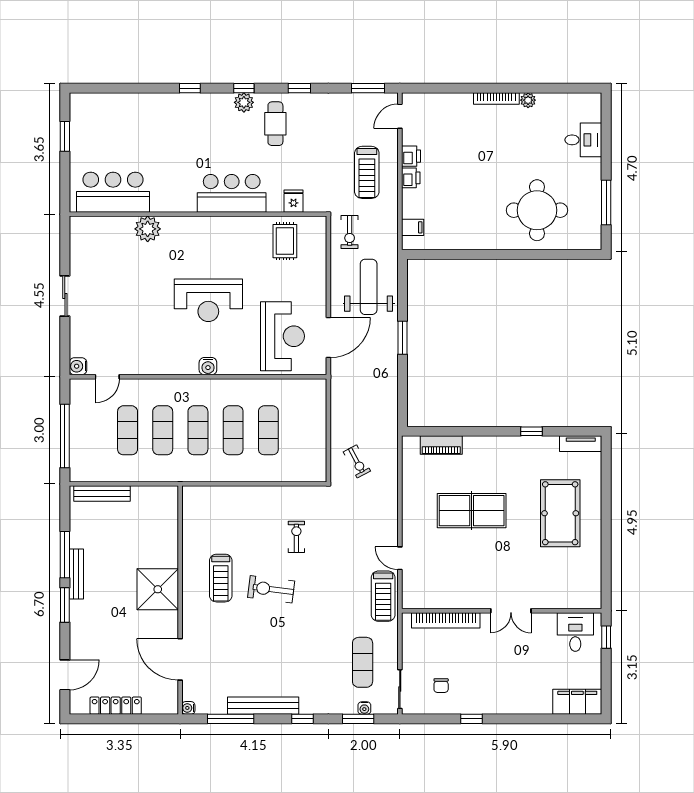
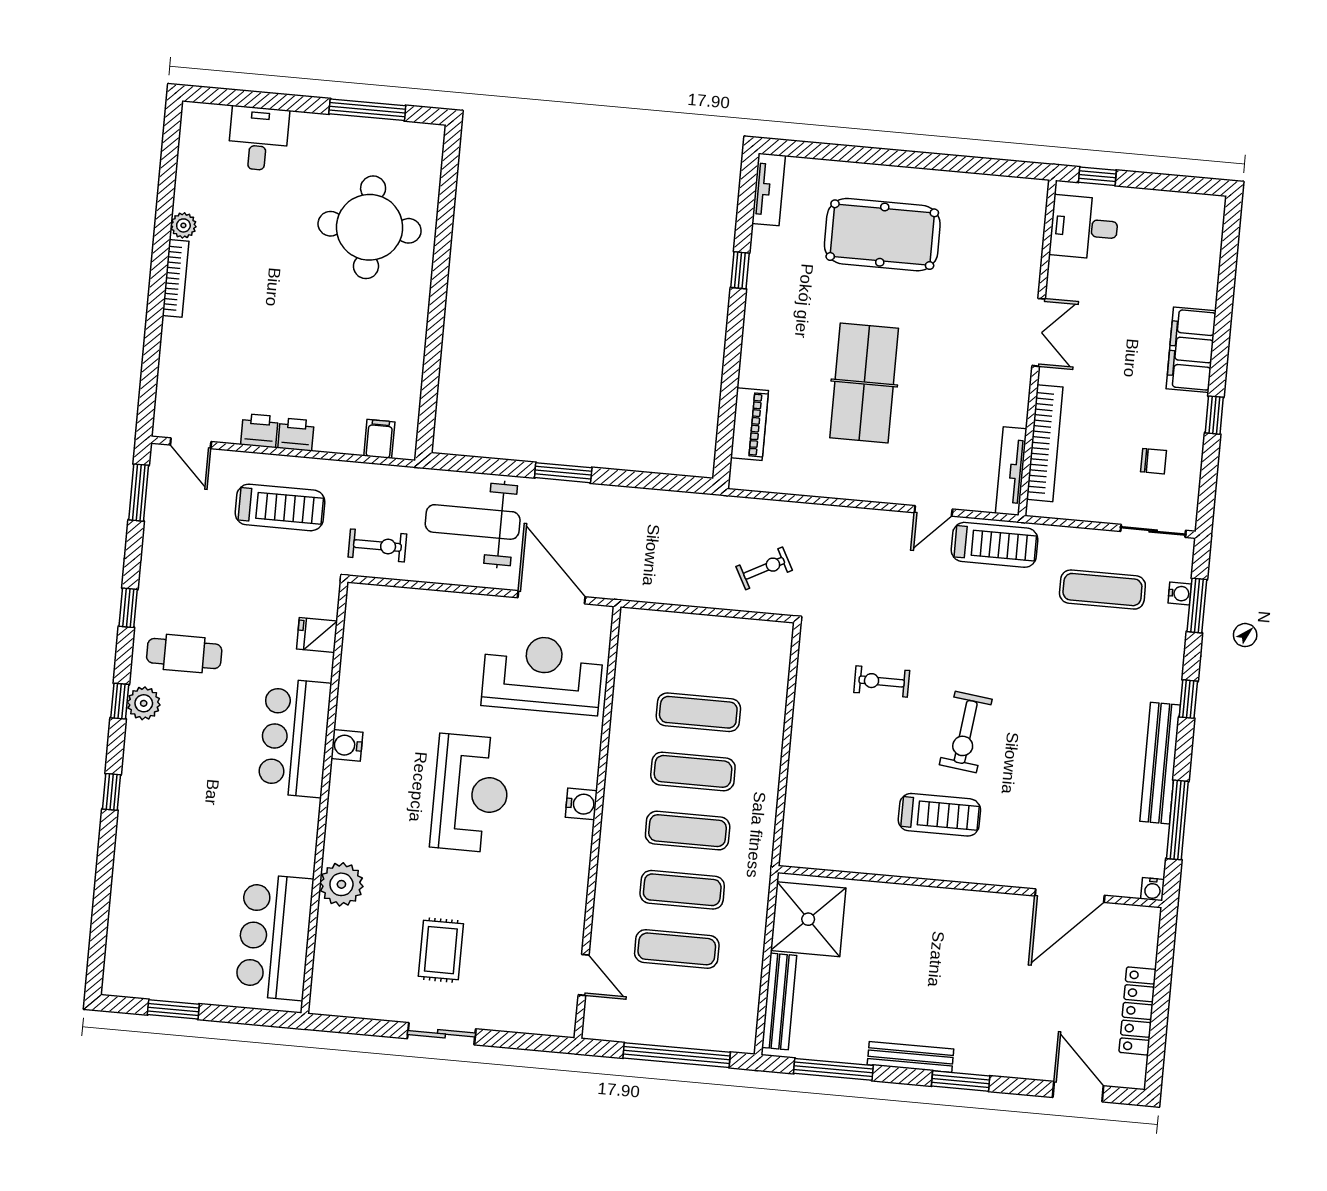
rug: (285, 241) -> (441, 950), moved, turned 90
water cooler: (78, 366) -> (347, 745), moved, turned 90
window: (65, 555) -> (833, 1069), moved
shower: (158, 589) -> (808, 919), moved
tv unit: (428, 602) -> (1011, 471), added
filing cabinet: (577, 702) -> (1191, 350), moved

